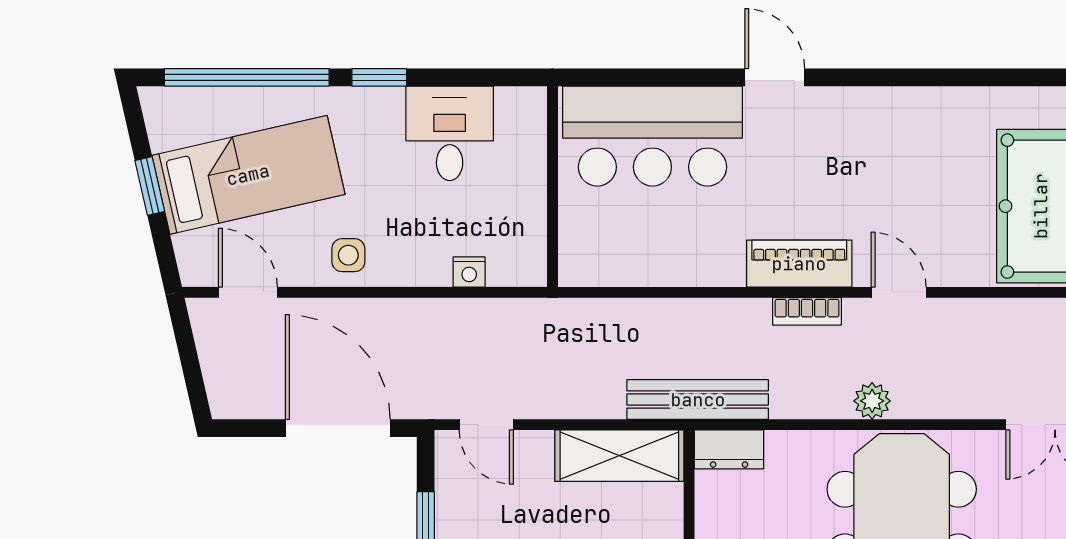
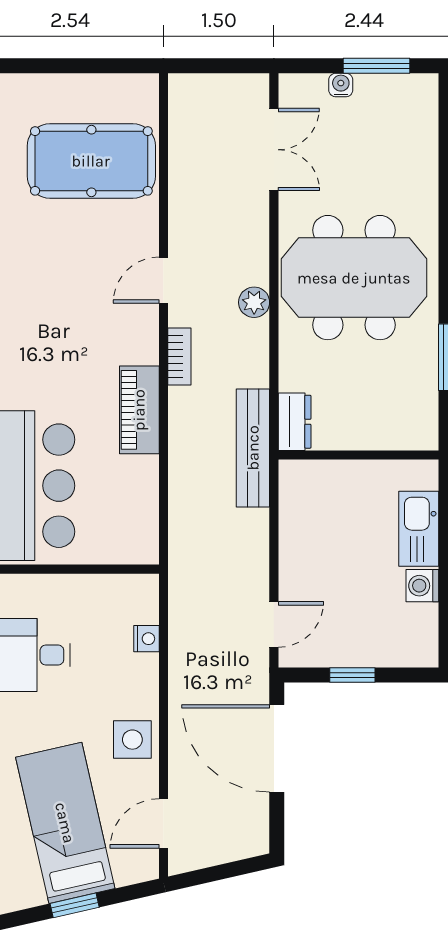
side table: (348, 255) -> (132, 740), width x1.37, depth x1.37
piano: (799, 264) -> (139, 410), moved
door: (338, 428) -> (277, 748), hinge flipped
shelving: (619, 456) -> (300, 513), removed

